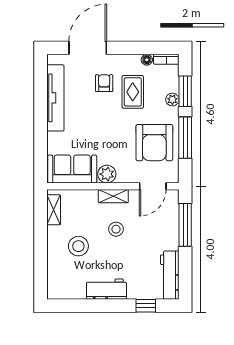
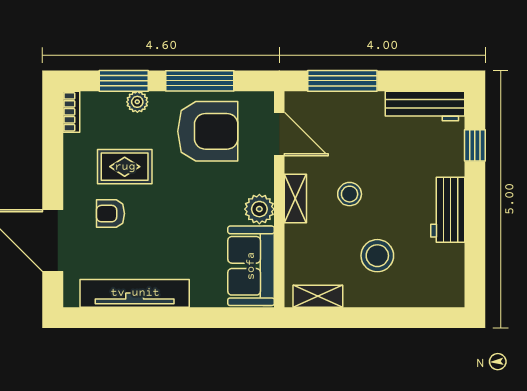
floor lamp: (147, 60) -> (72, 144), removed

